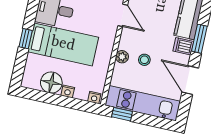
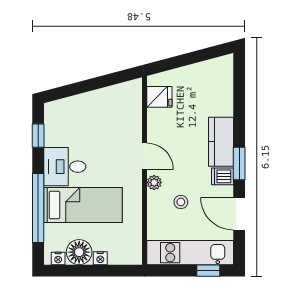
window: (26, 39) -> (38, 208), width x3.17
plant: (122, 57) -> (154, 182), moved
nightstand: (94, 98) -> (58, 258), moved
window: (122, 114) -> (208, 271), moved

